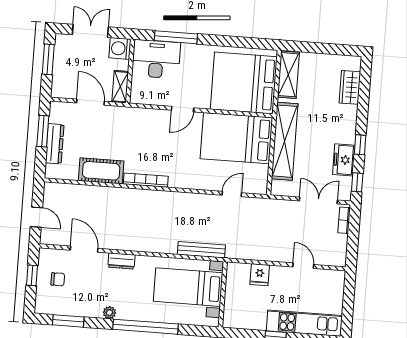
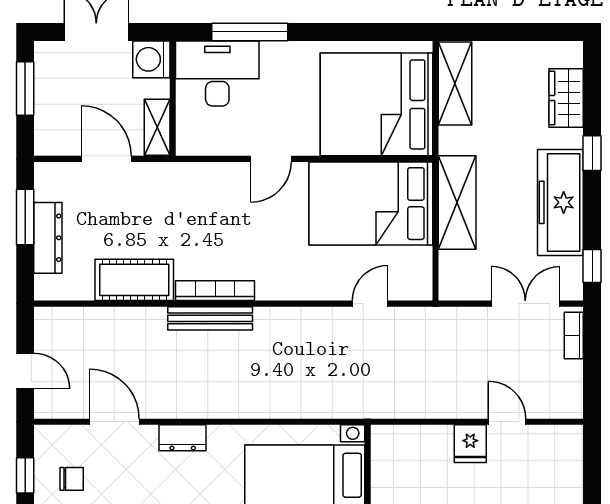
shelving: (285, 141) -> (457, 203), width x0.68
window: (360, 145) -> (592, 153), moved
freezer: (344, 160) -> (560, 202), width x1.91, depth x1.26
bench: (201, 250) -> (210, 318), moved
fridge: (260, 275) -> (470, 444), moved

